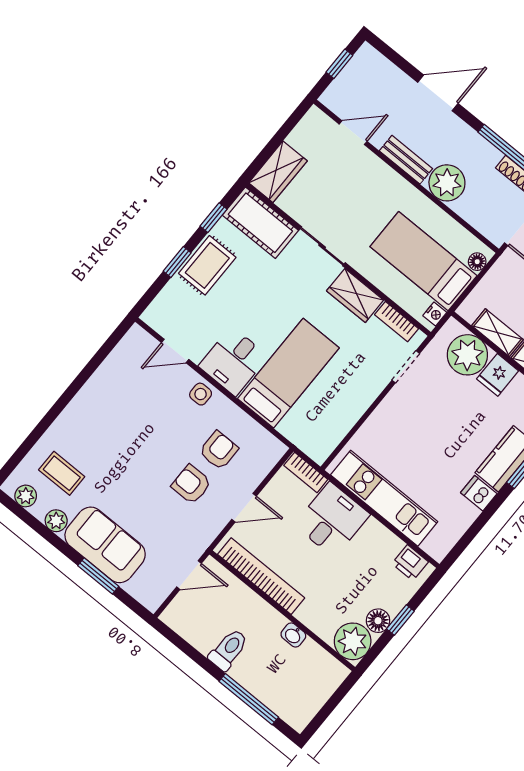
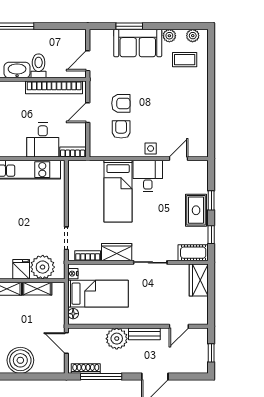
cot: (260, 223) -> (193, 253), width x0.73, depth x0.75
armchair: (219, 450) -> (121, 129), turned 180
washbasin: (293, 635) -> (17, 70), width x1.91, depth x1.45
toilet: (228, 650) -> (39, 66), moved, turned 180

